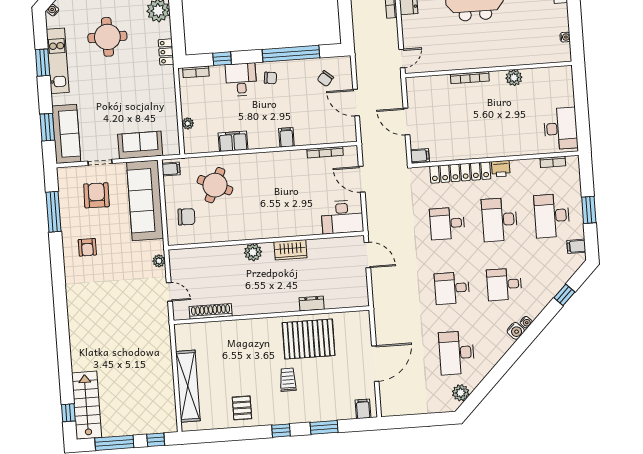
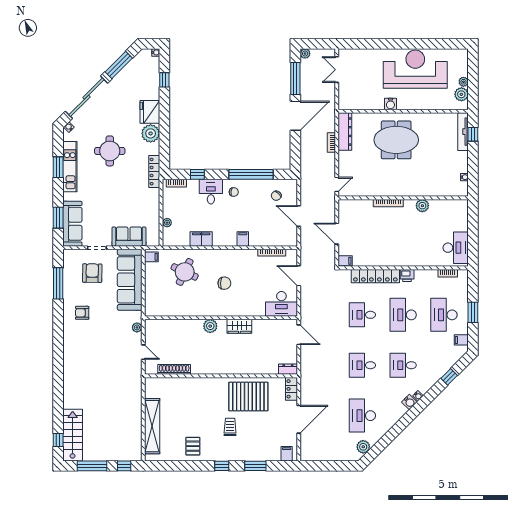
locker: (166, 52) -> (154, 172), width x1.53
chair: (186, 217) -> (224, 283), moved
armchair: (87, 247) -> (82, 313), turned 90
dresser: (312, 304) -> (288, 369), moved
locker: (363, 325) -> (291, 389), added

